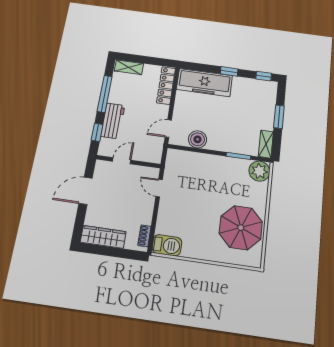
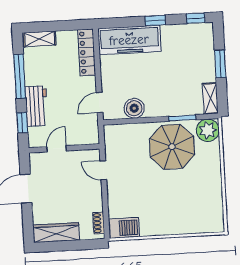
parasol: (241, 228) -> (172, 147), moved

